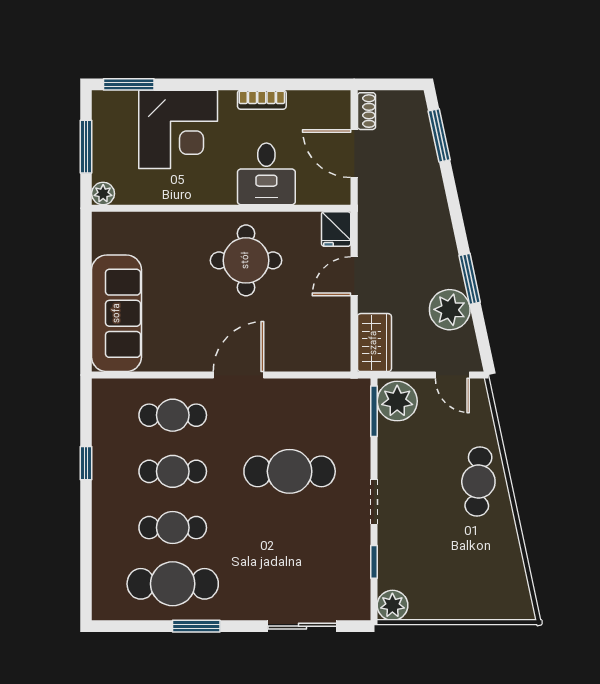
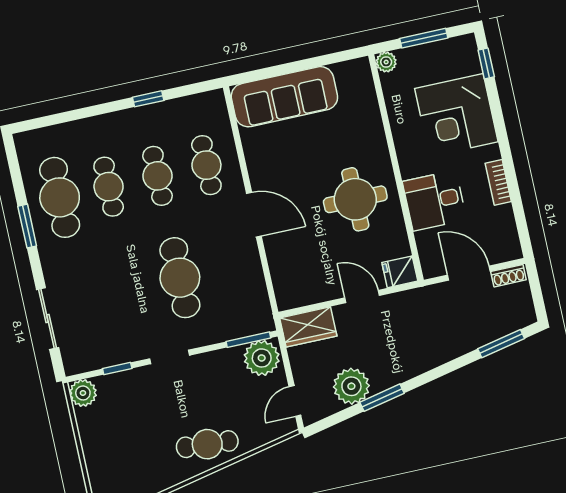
window: (129, 84) -> (486, 63), width x0.67
door: (354, 154) -> (469, 273), hinge flipped

